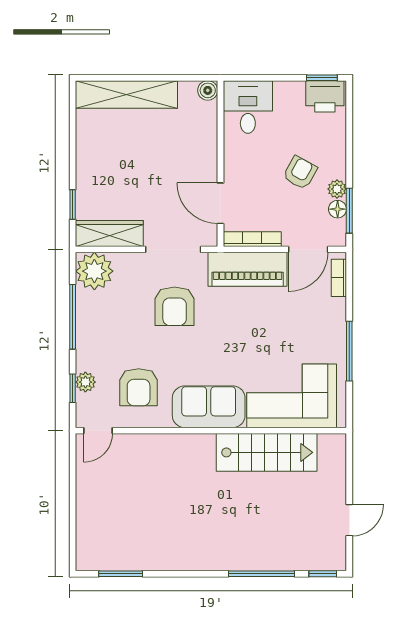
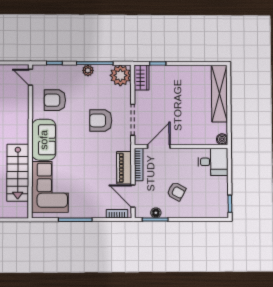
printer: (325, 96) -> (219, 205), removed
plant: (337, 189) -> (167, 212), removed
wardrobe: (109, 233) -> (142, 78), width x0.67
piano: (248, 269) -> (124, 168), width x0.73, depth x0.75
plant: (85, 382) -> (88, 70), moved

